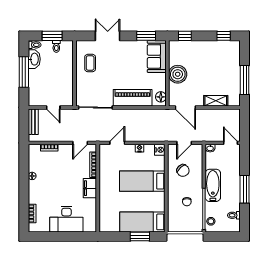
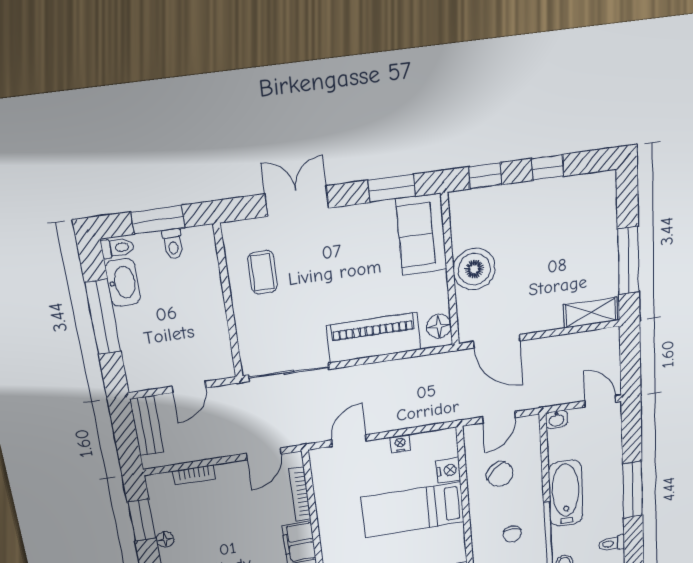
window: (224, 36) -> (548, 167), moved
shelving: (216, 101) -> (591, 313), moved
door: (53, 107) -> (189, 387), hinge flipped
nightstand: (160, 150) -> (448, 470), moved
window: (24, 165) -> (142, 520), added

